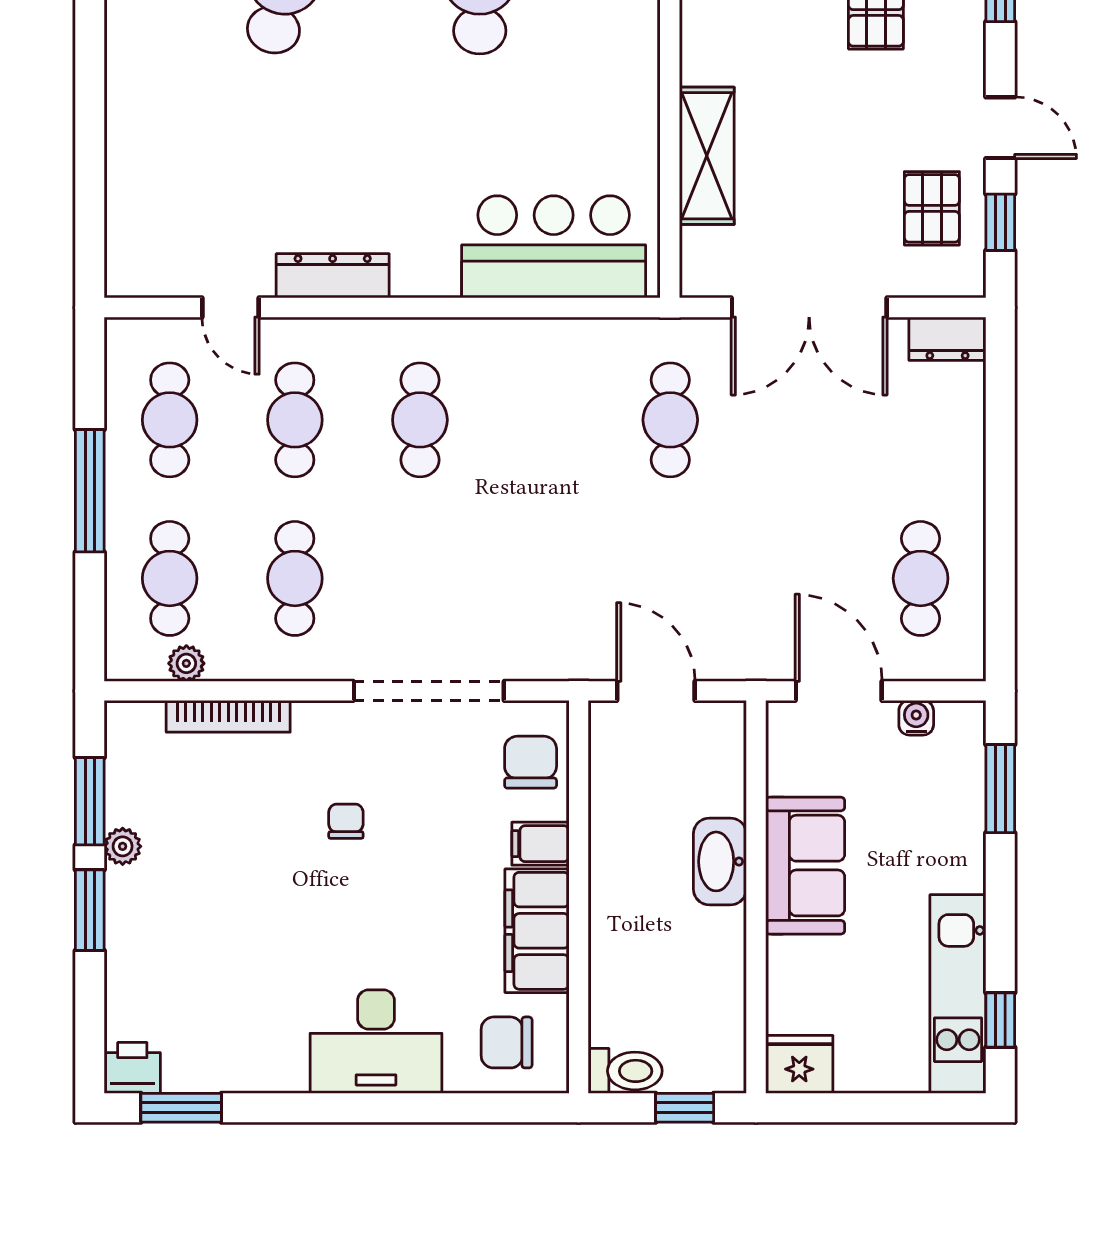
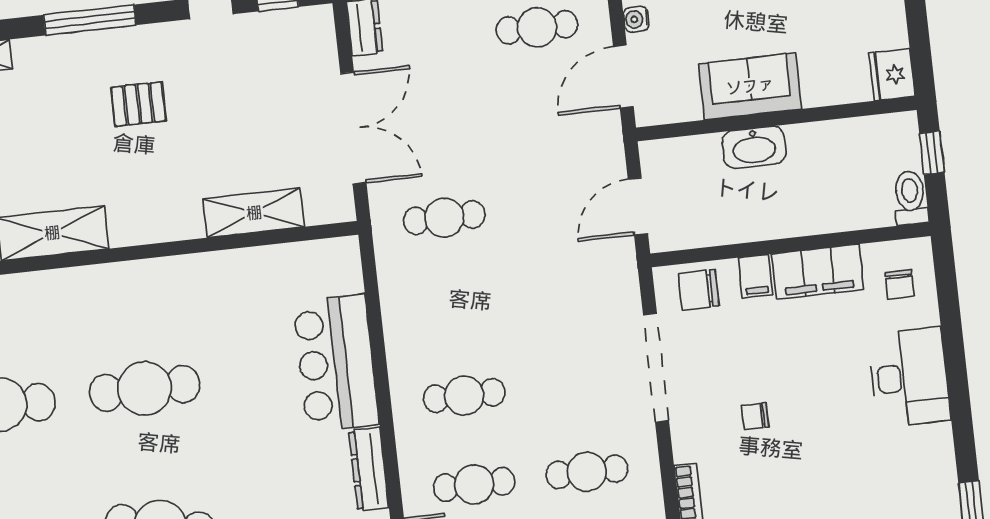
pallet: (932, 208) -> (273, 49), removed
bar counter: (554, 247) -> (336, 363), moved
chair: (507, 1042) -> (900, 284), width x0.73, depth x0.73

